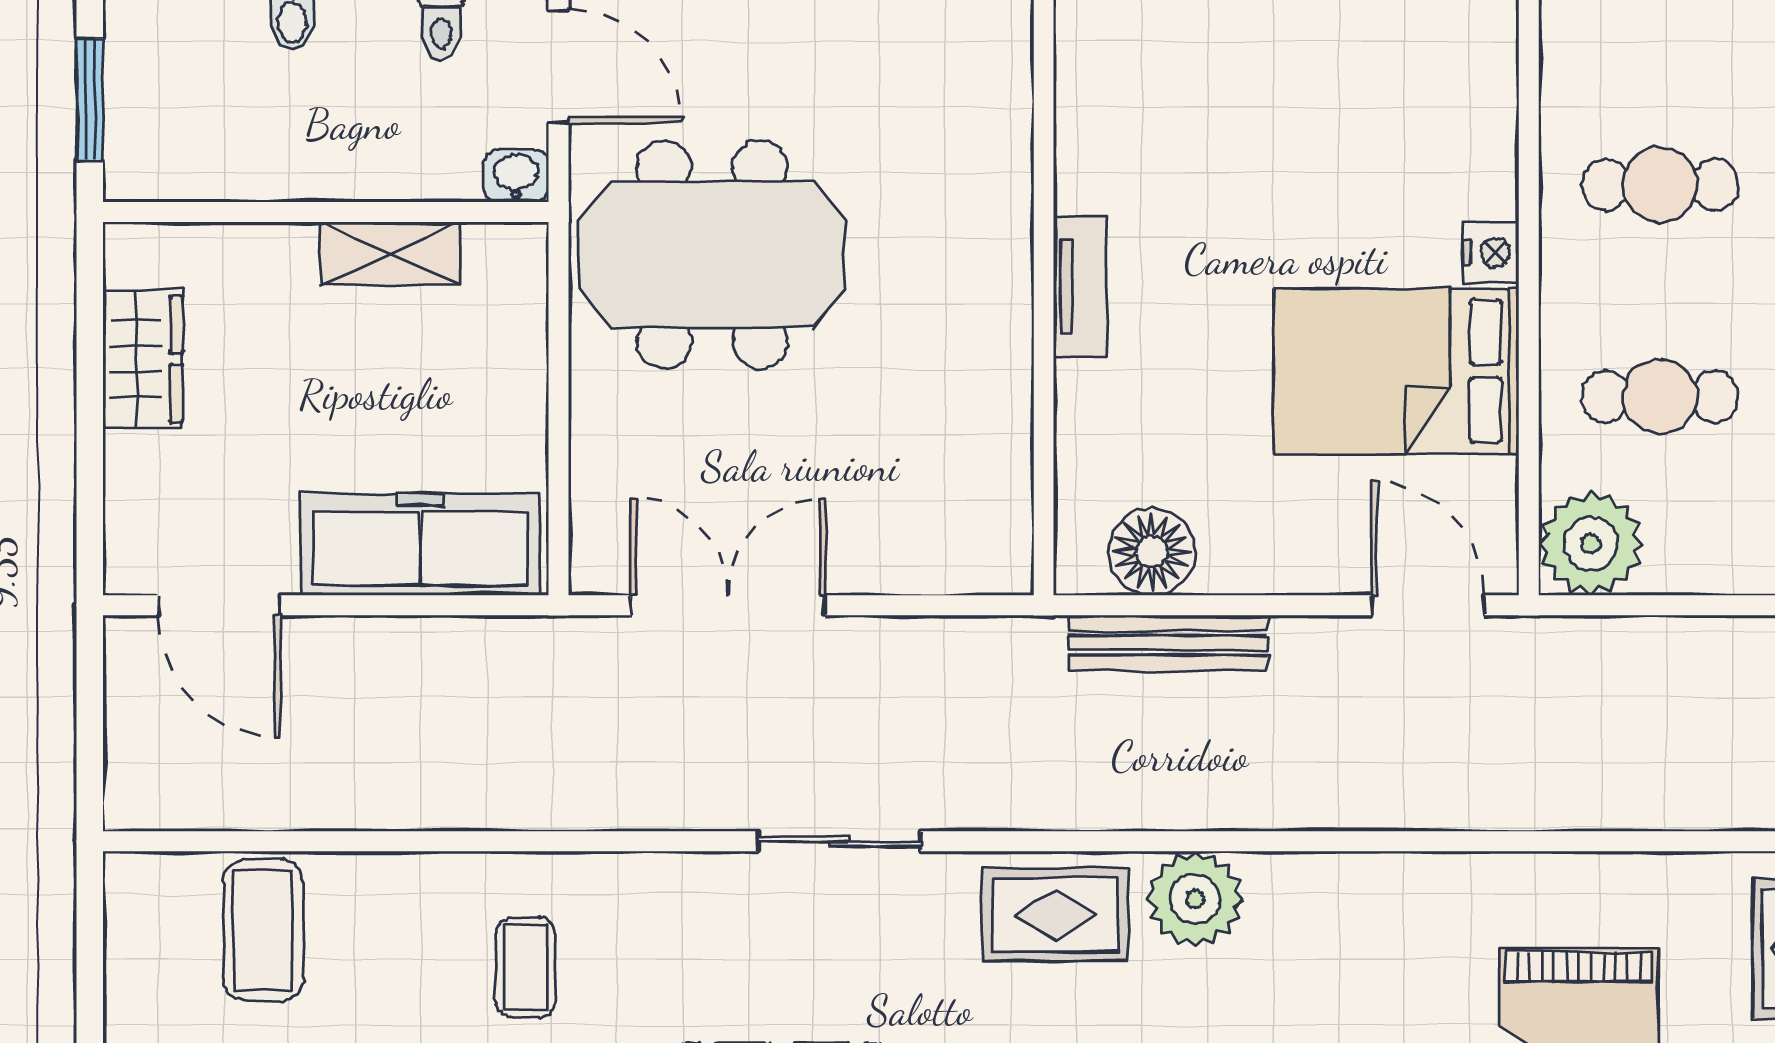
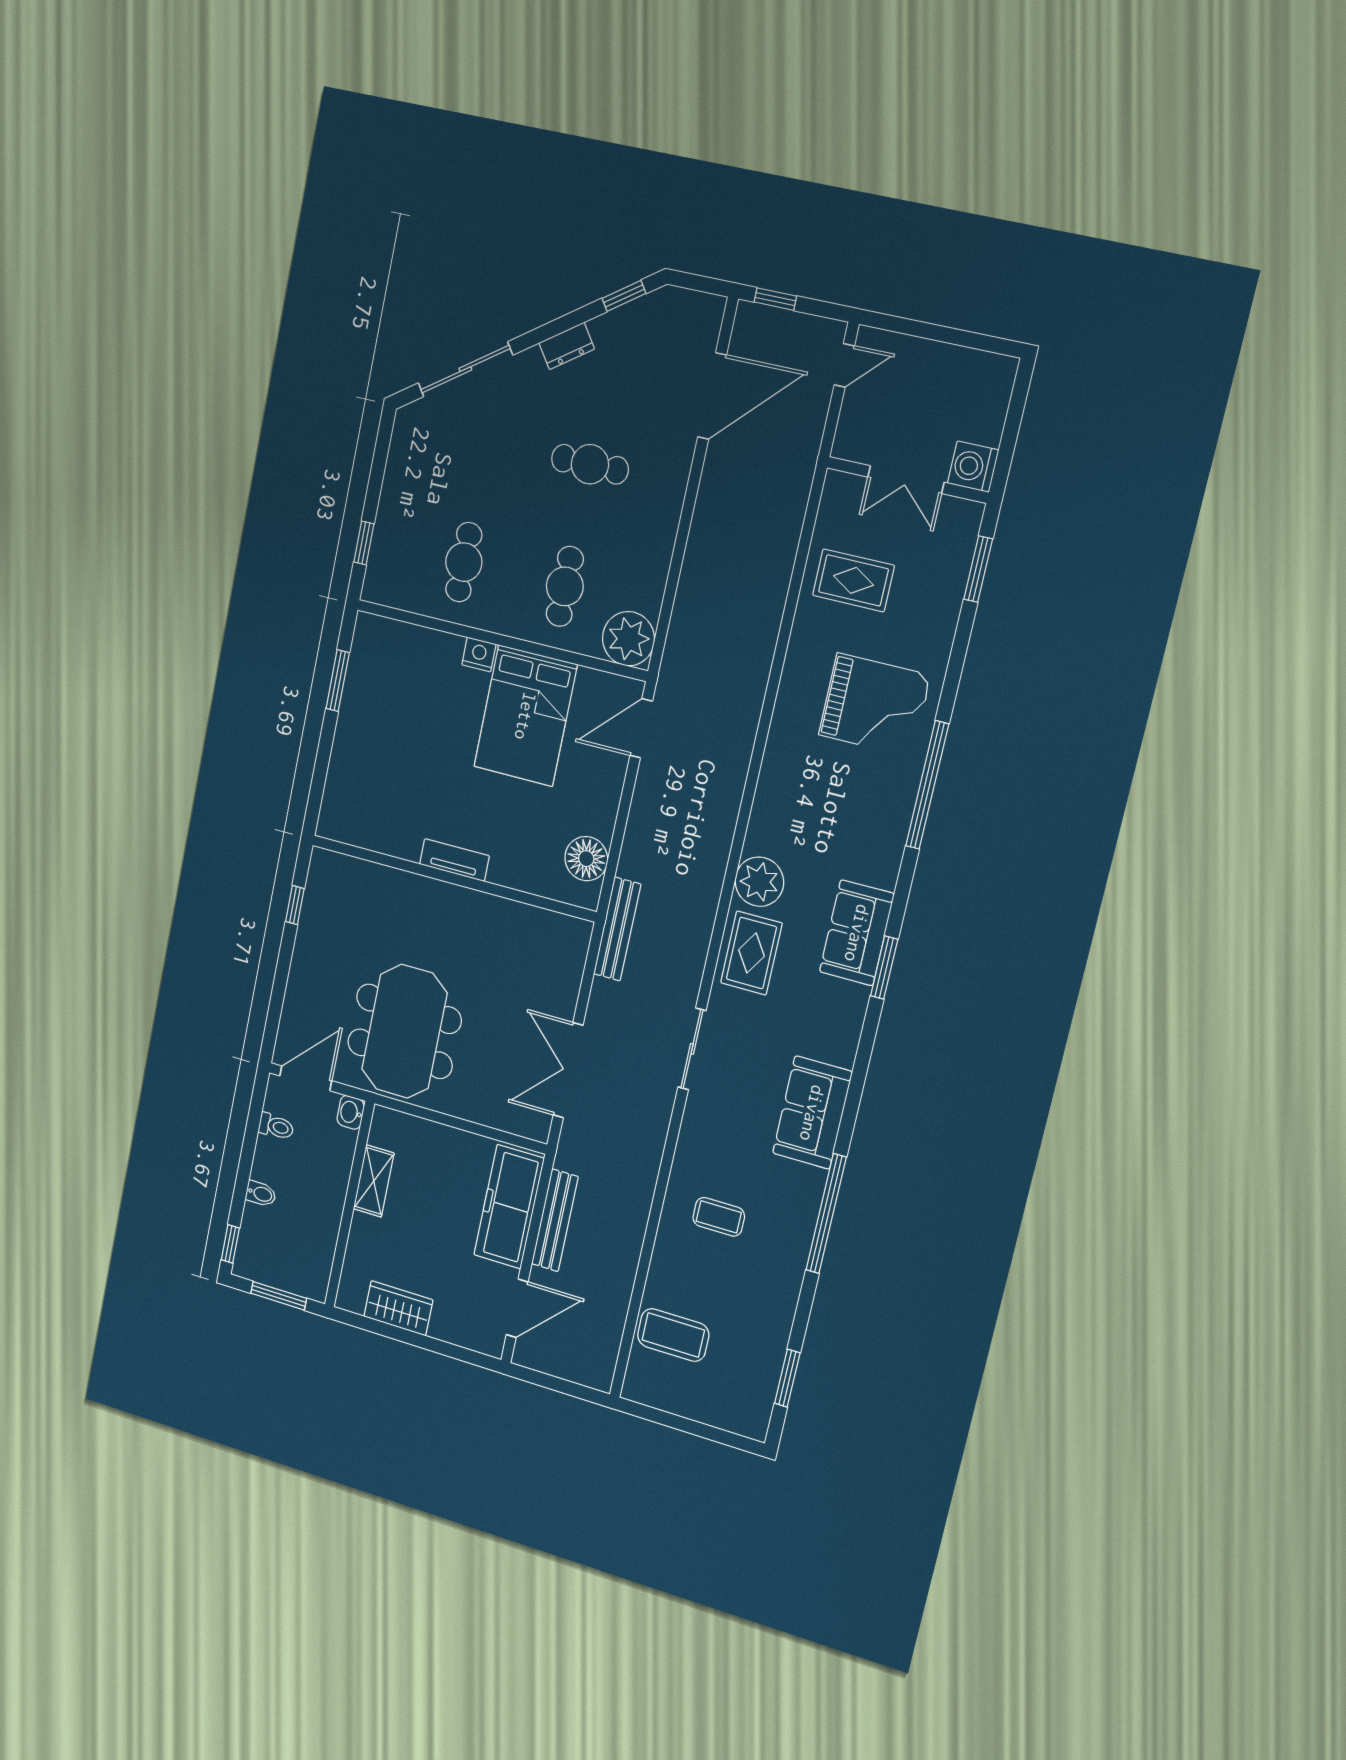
bench: (1168, 643) -> (617, 929), moved
bench: (421, 644) -> (555, 1220), added

